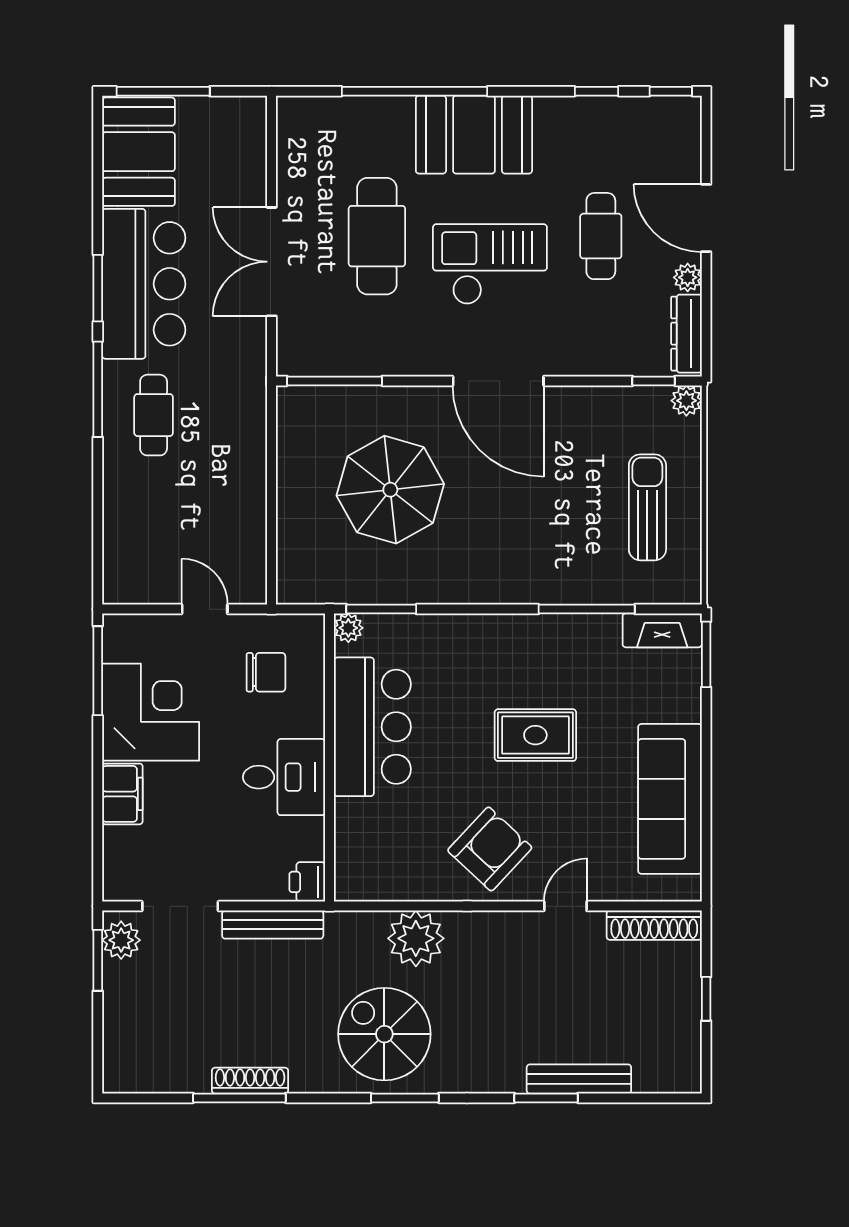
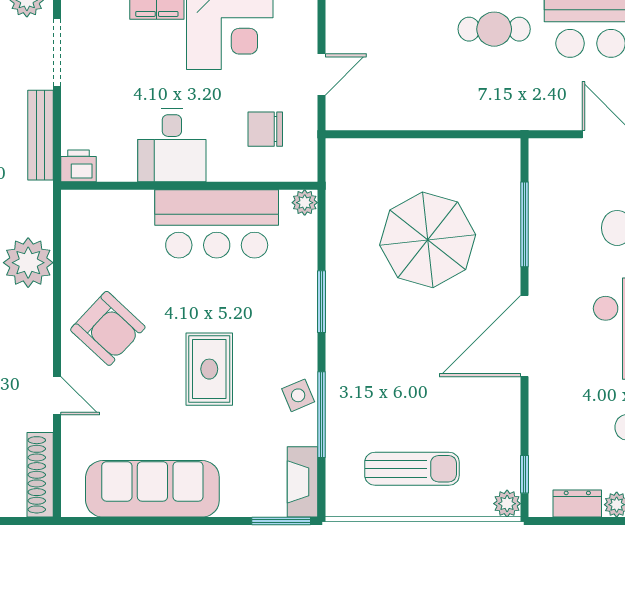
dresser: (687, 334) -> (577, 504), width x0.70
window: (335, 381) -> (525, 224), moved
window: (381, 609) -> (321, 302), moved
side table: (565, 635) -> (298, 395), added
chair: (266, 672) -> (265, 129), turned 90

